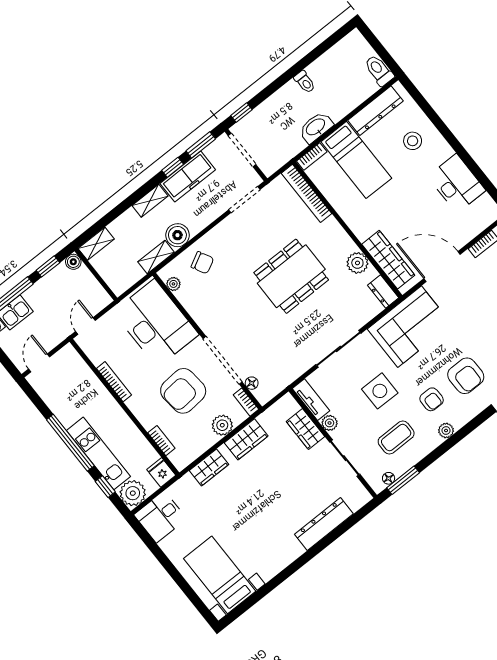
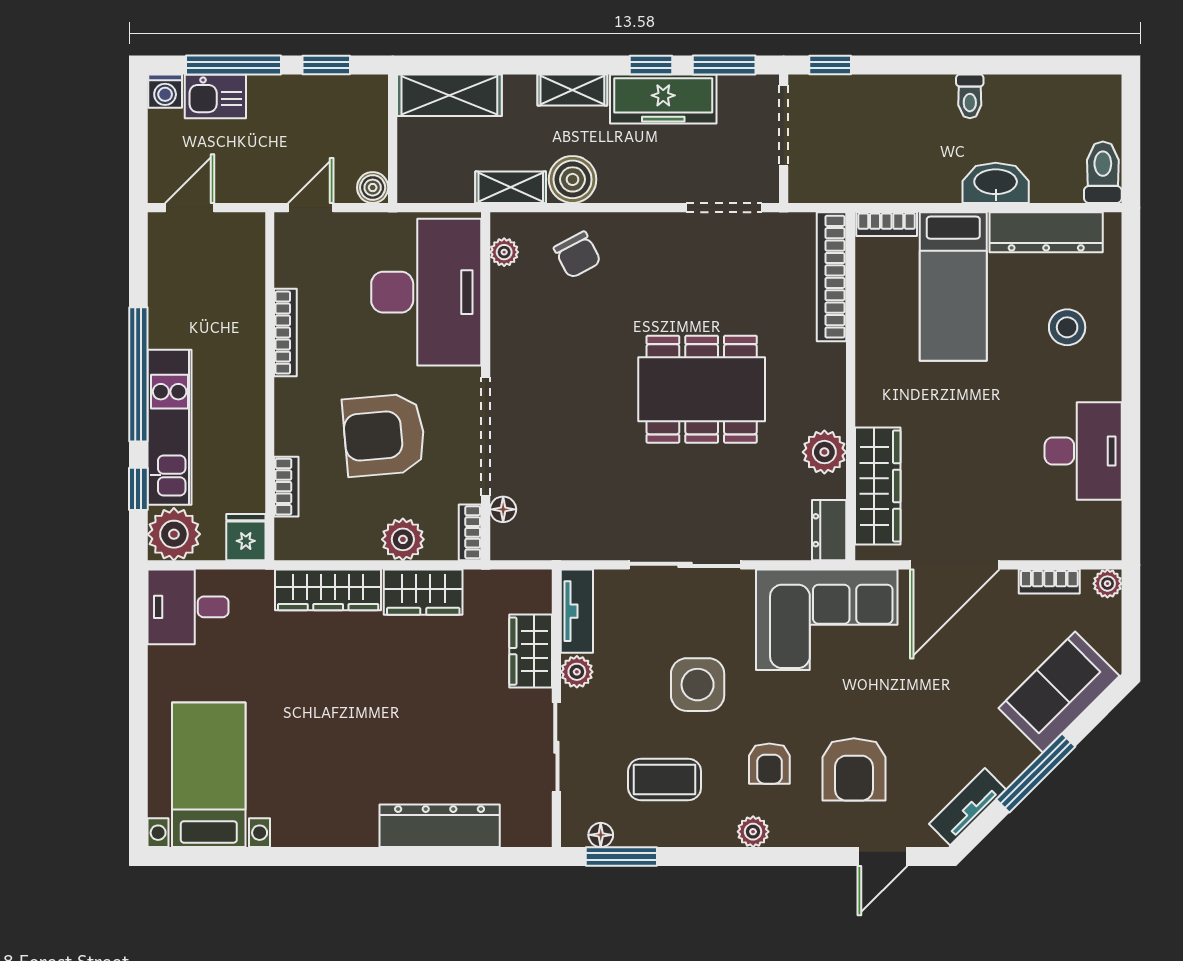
washbasin: (316, 127) -> (996, 183), moved
shelving: (96, 244) -> (449, 95), width x1.50, depth x1.33
boiler: (73, 262) -> (373, 188), moved
door: (442, 266) -> (955, 565), swing flipped
wardrobe: (209, 467) -> (328, 590), width x1.50

